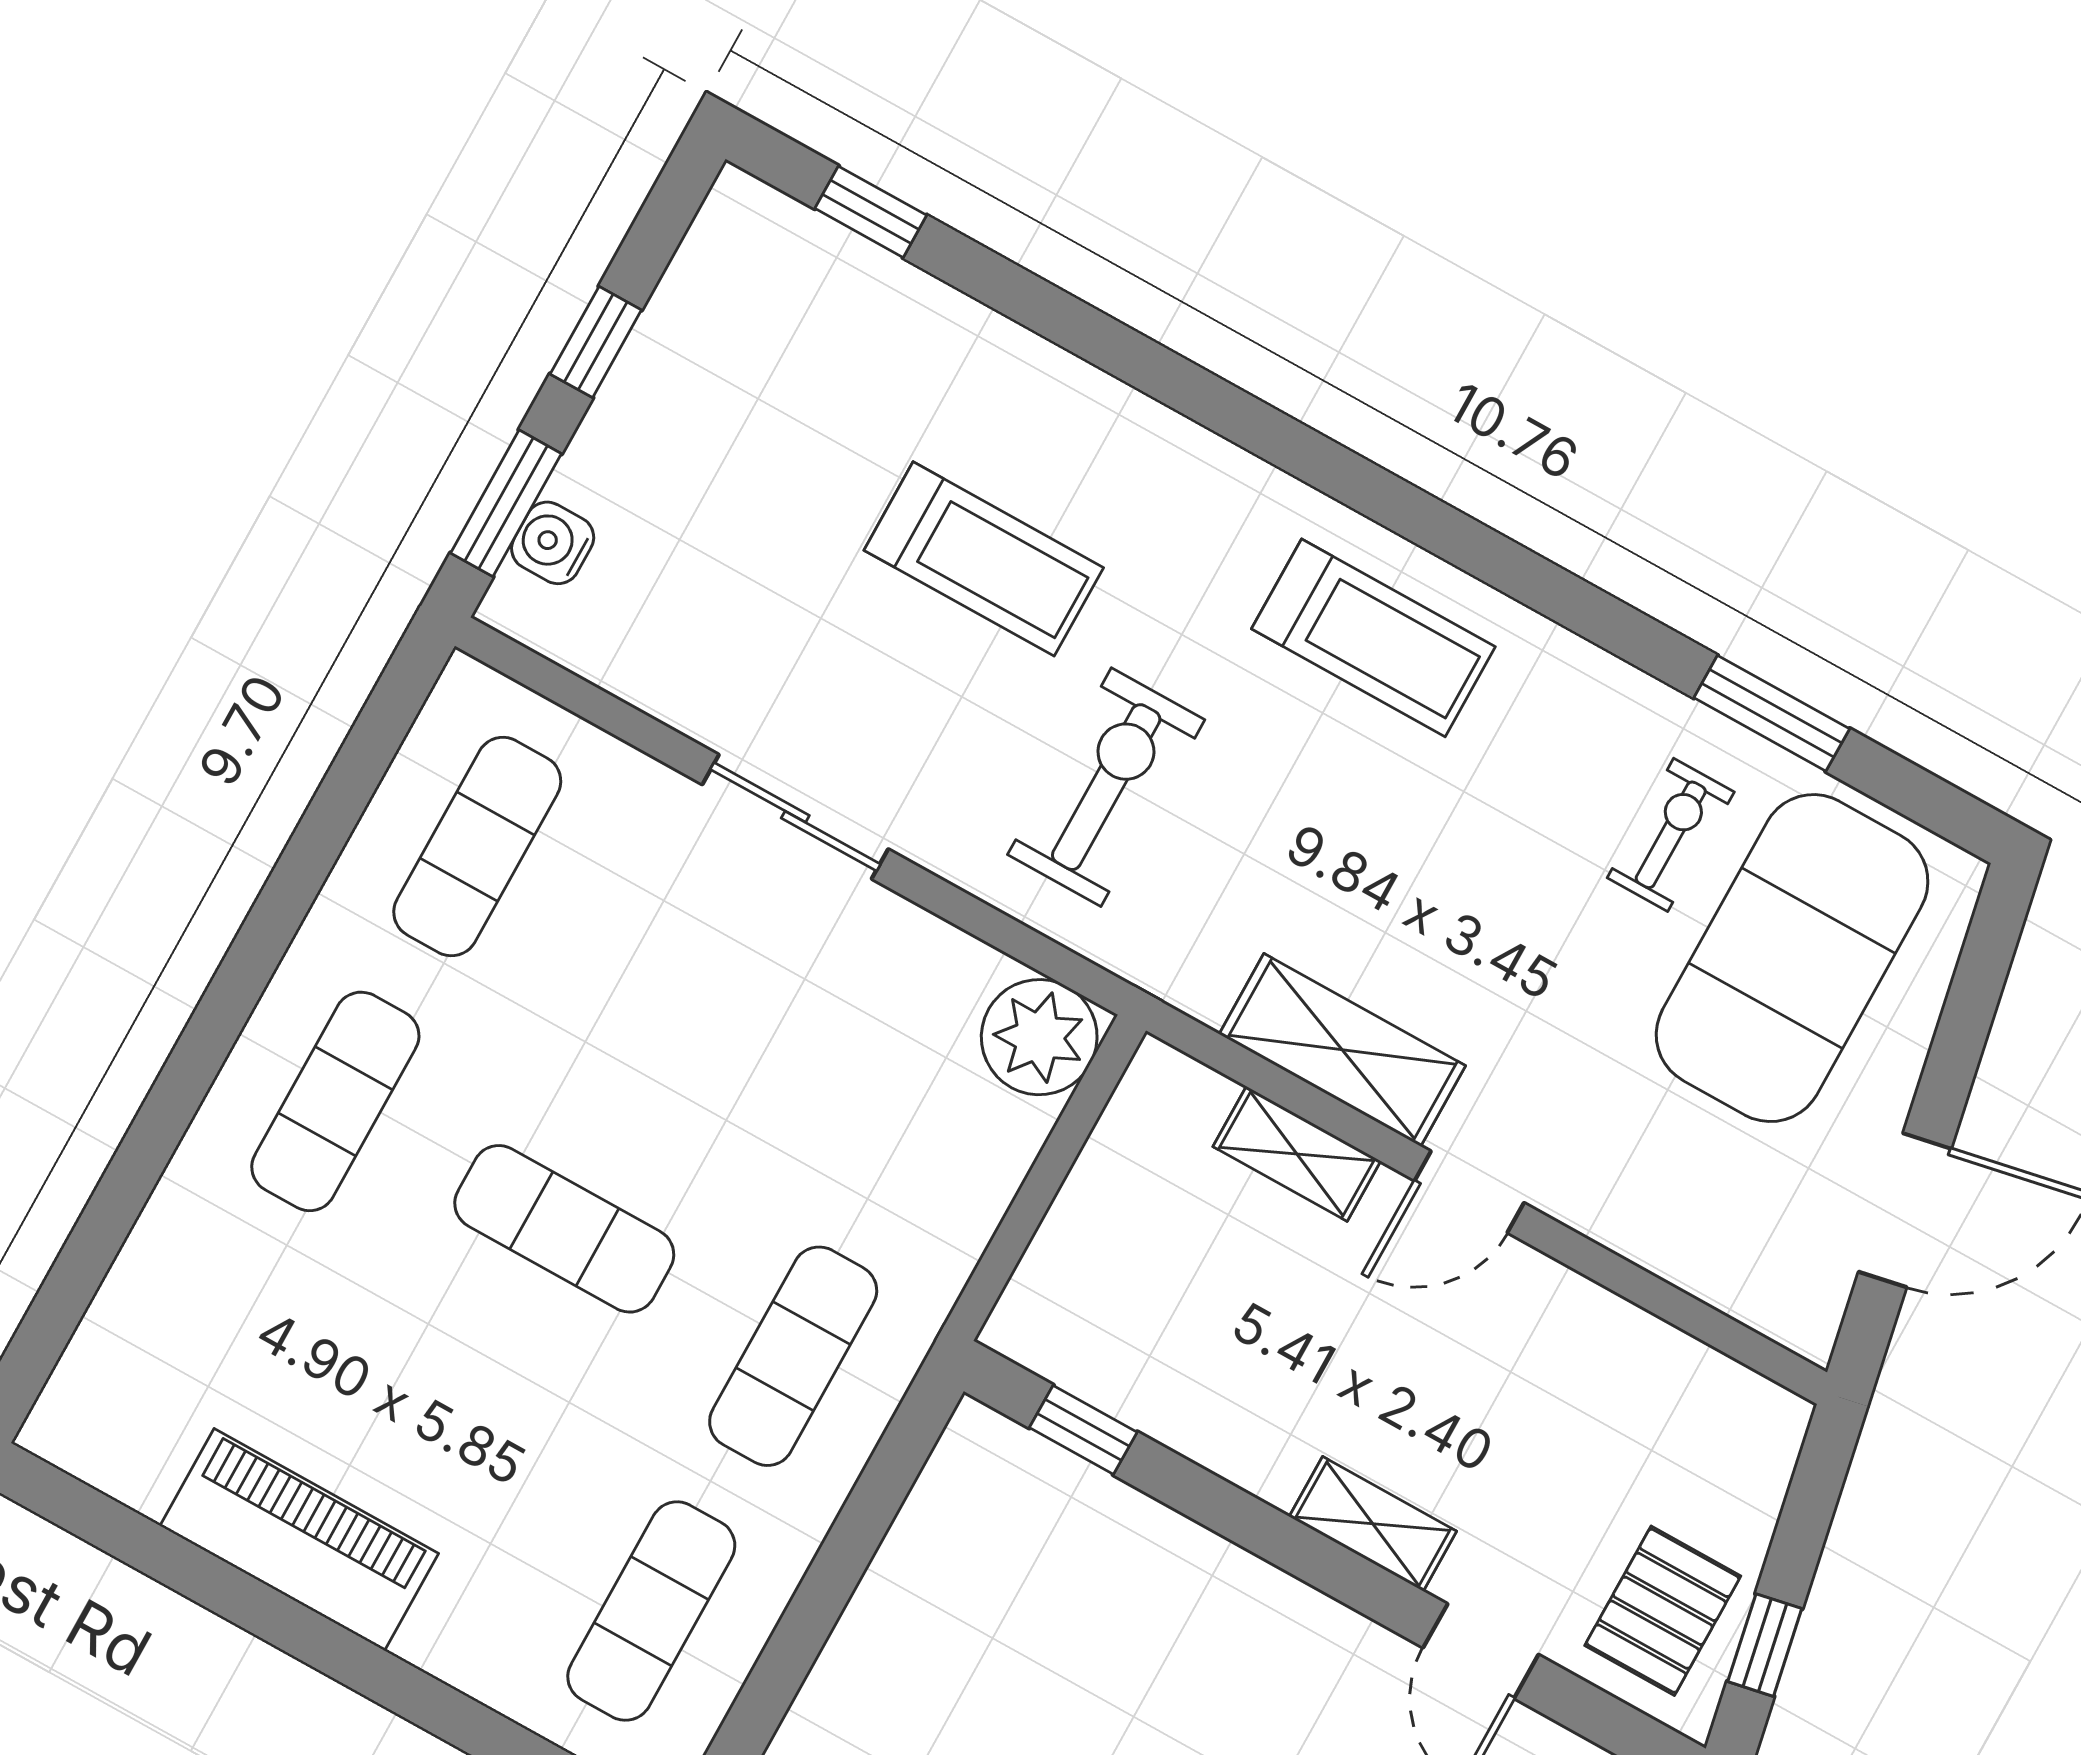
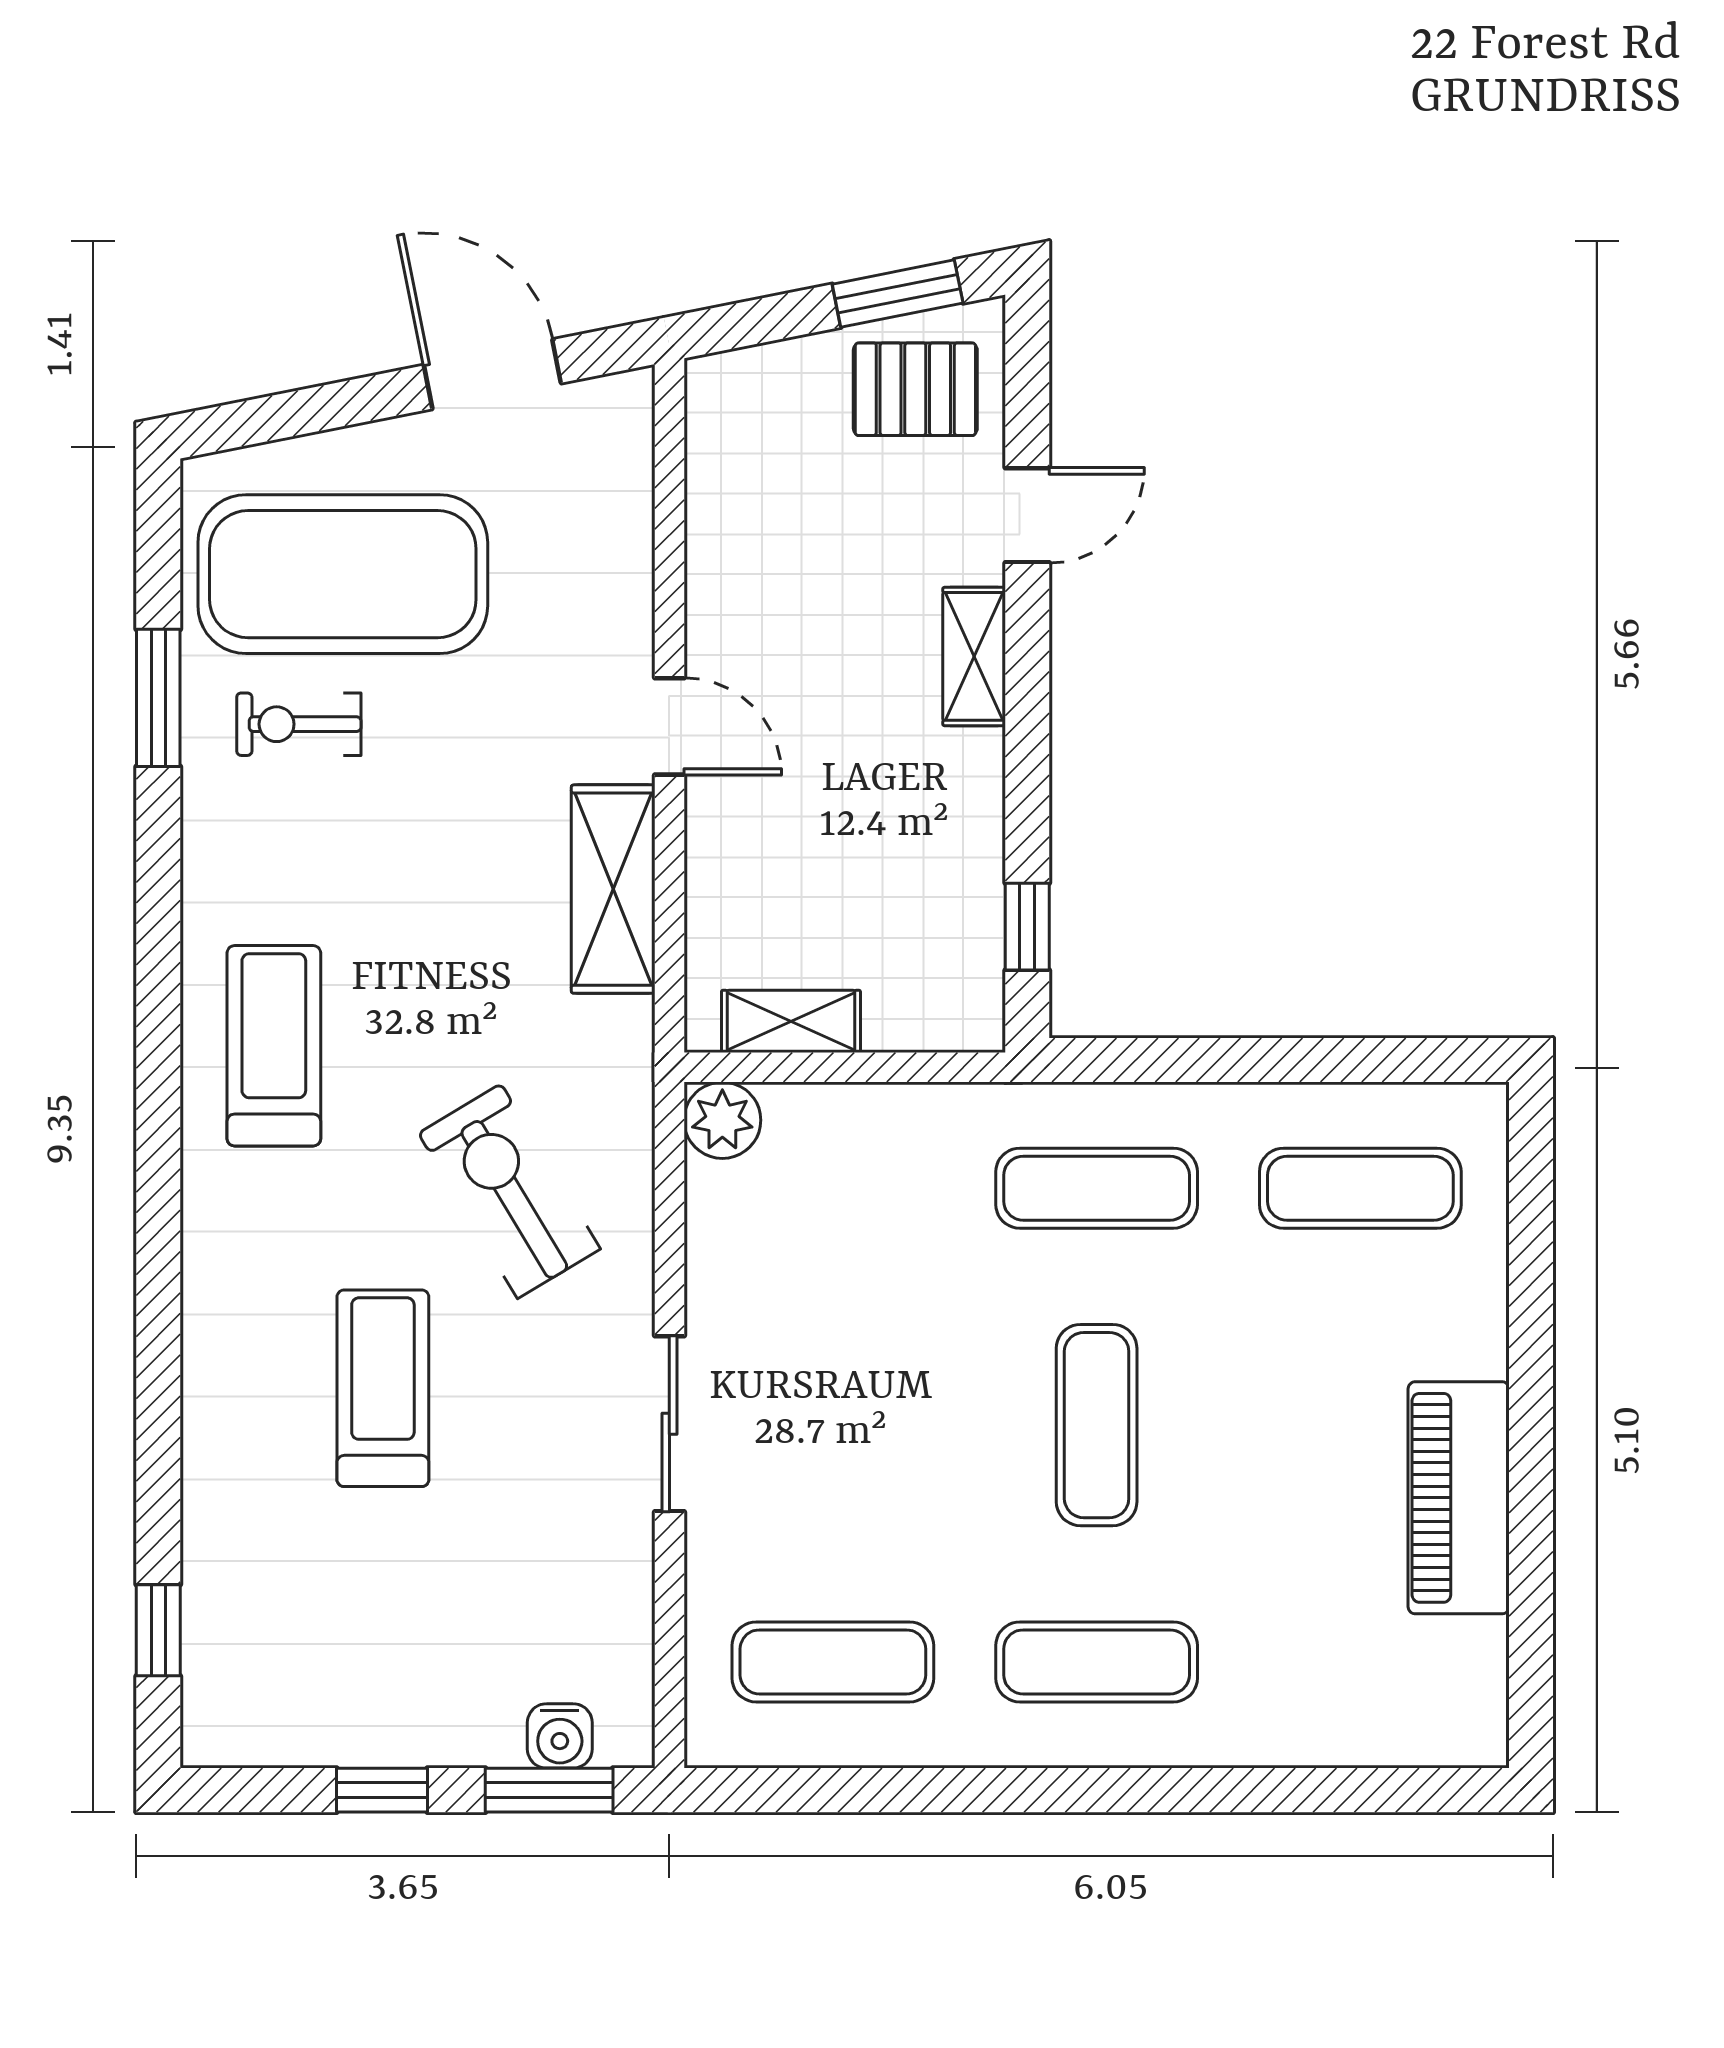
exercise bike: (1106, 787) -> (509, 1191), turned 59
plant: (1039, 1037) -> (722, 1120), width x0.73, depth x0.73
shelving: (1297, 1154) -> (791, 1021), moved, turned 90
window: (1765, 1645) -> (898, 294), width x1.50

